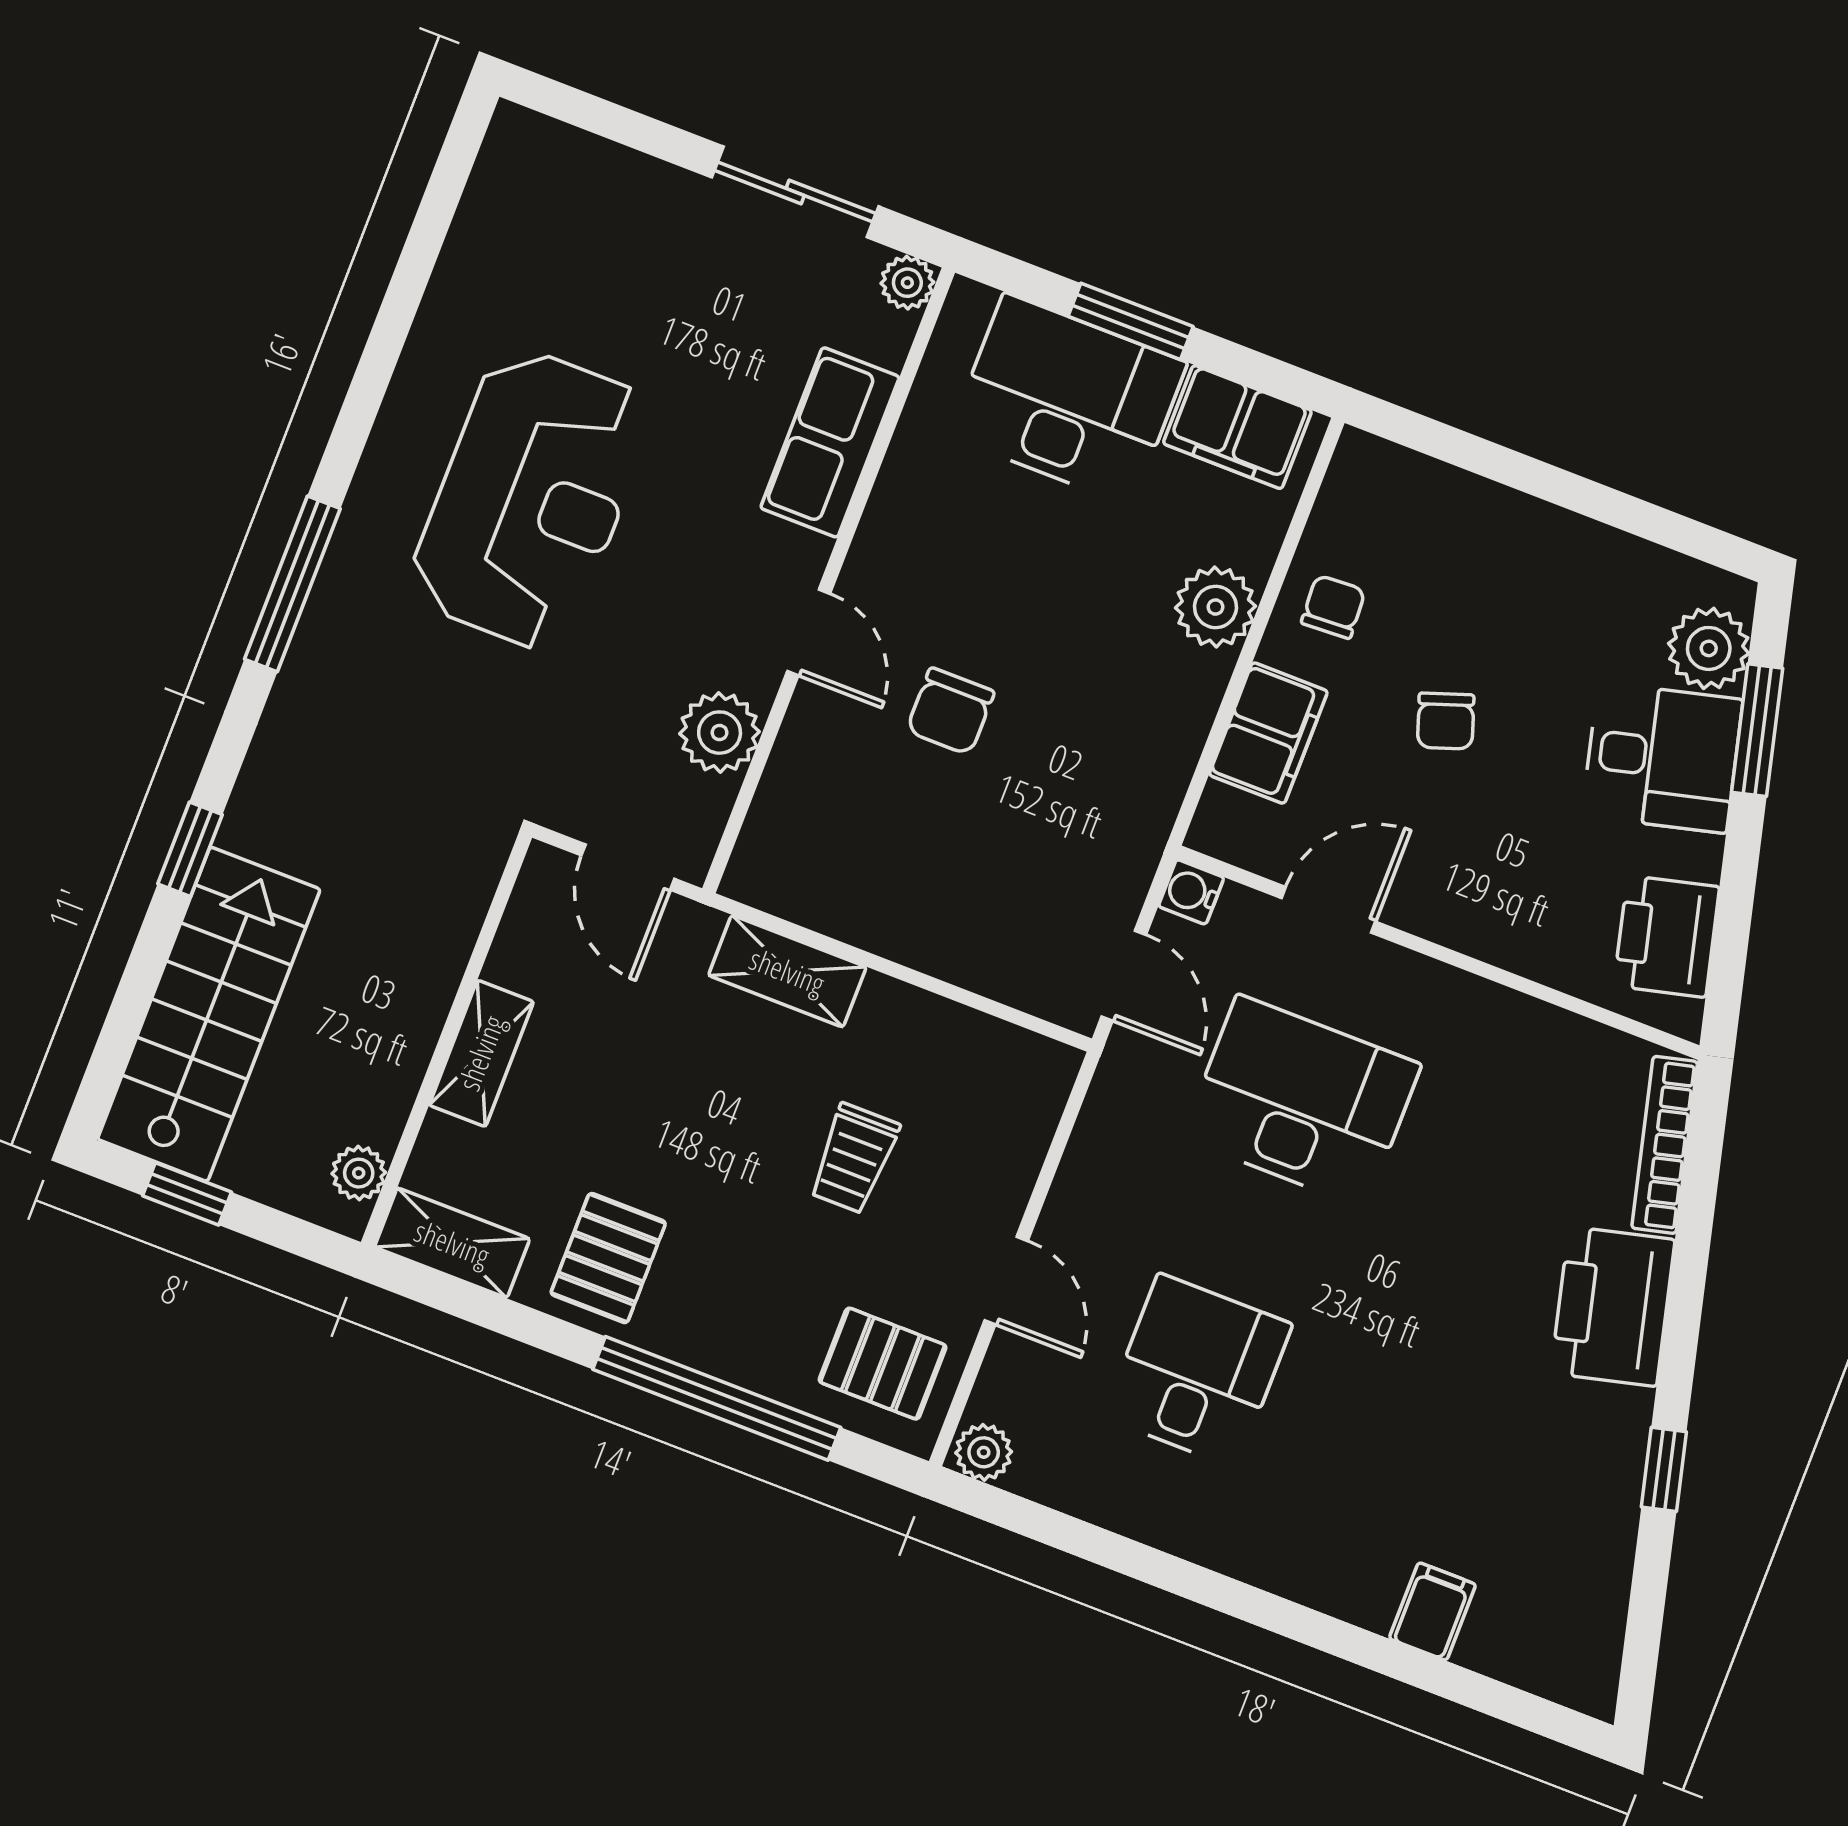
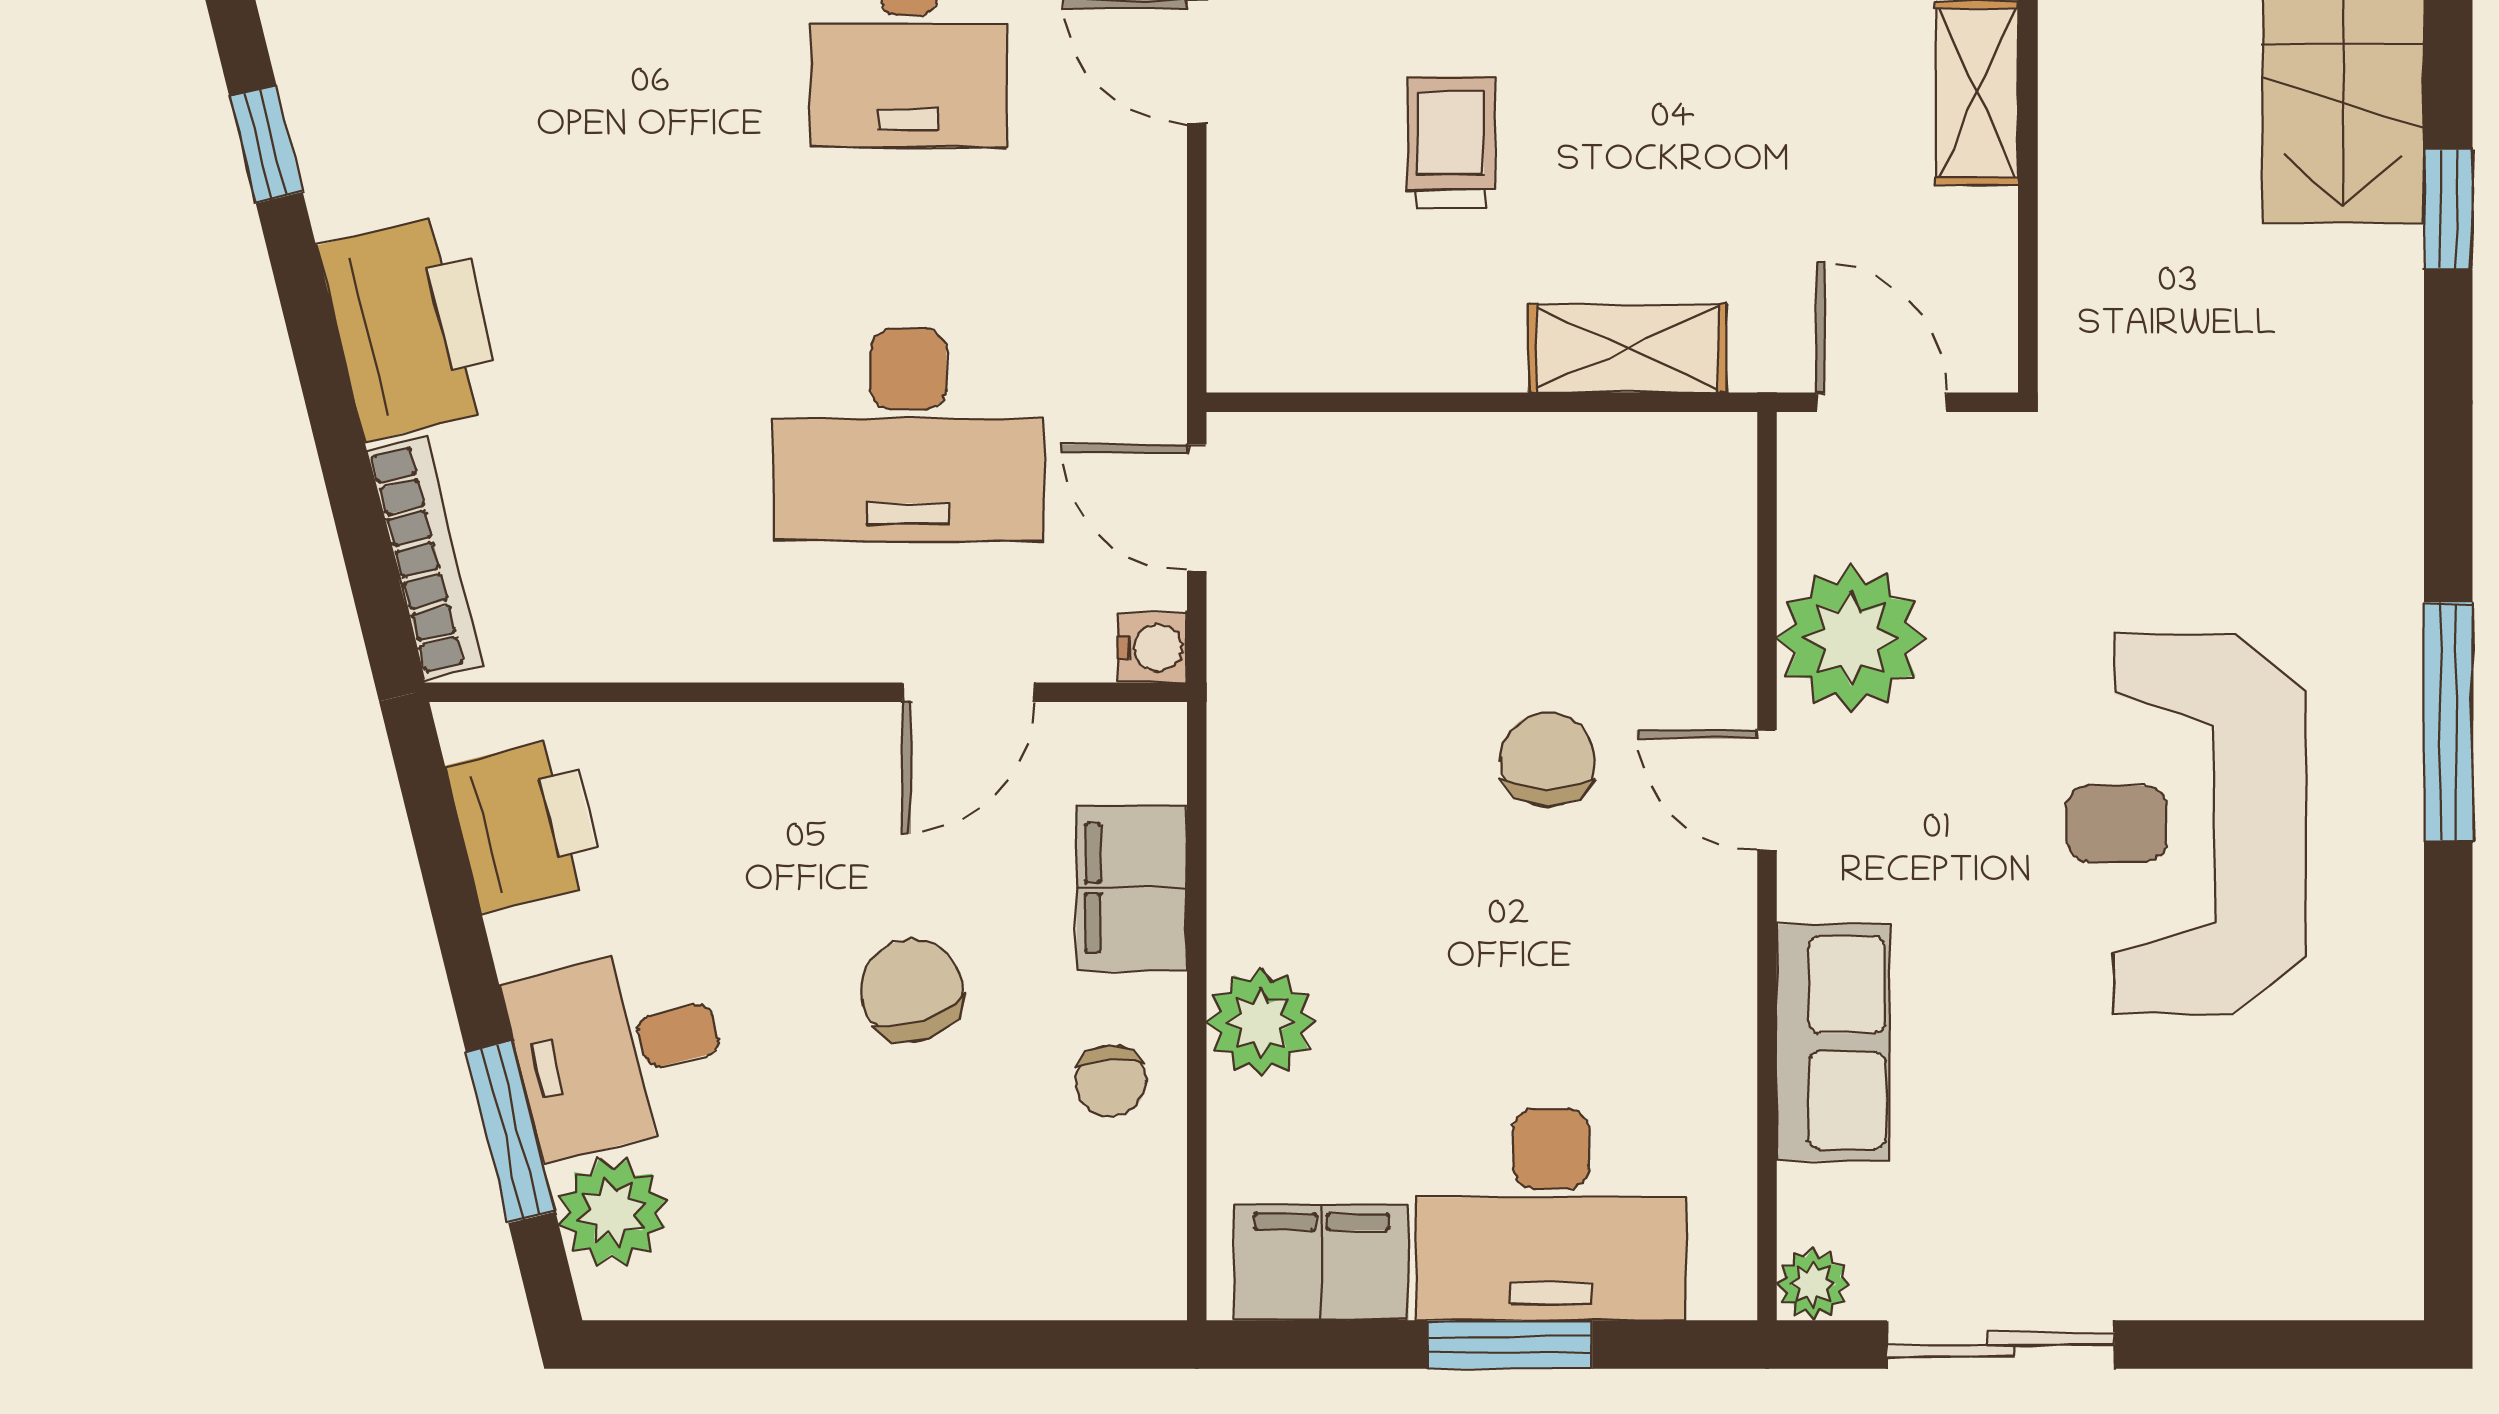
window: (292, 584) -> (2448, 722), moved
chair: (1446, 721) -> (912, 990), width x1.37, depth x1.37
plant: (720, 733) -> (1851, 639), width x1.36, depth x1.36

